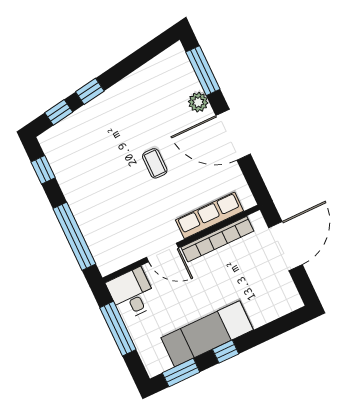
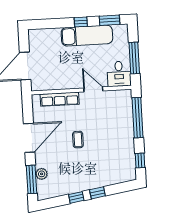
plant: (198, 102) -> (42, 174), moved
window: (59, 112) -> (76, 197), moved
door: (233, 135) -> (29, 138), hinge flipped
bookcase: (217, 239) -> (61, 85), removed

